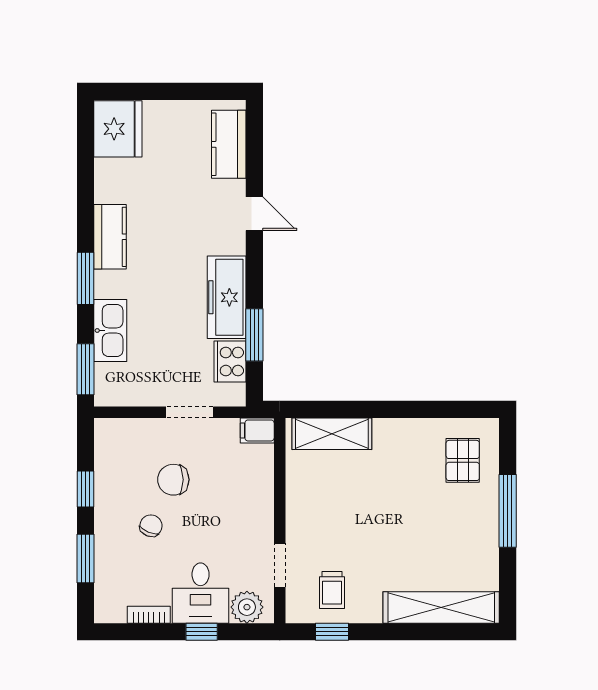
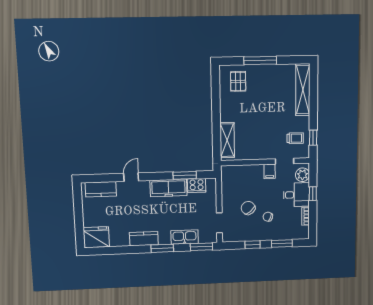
doorway: (190, 412) -> (219, 223), moved
filing cabinet: (257, 430) -> (270, 171), moved
pallet: (463, 460) -> (238, 81), turned 90
chair: (173, 480) -> (248, 208), turned 140

